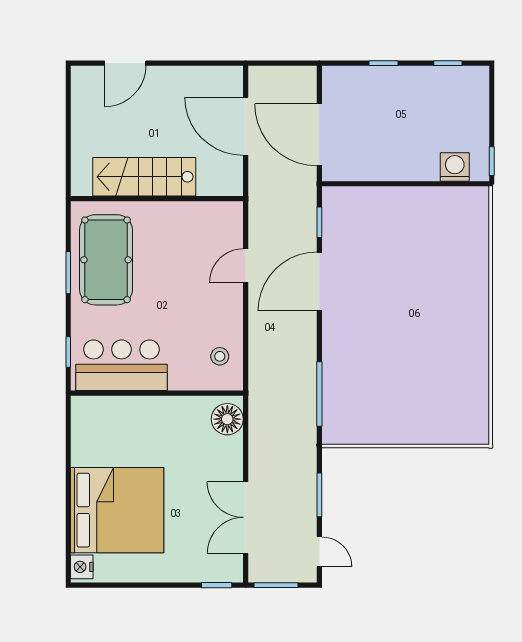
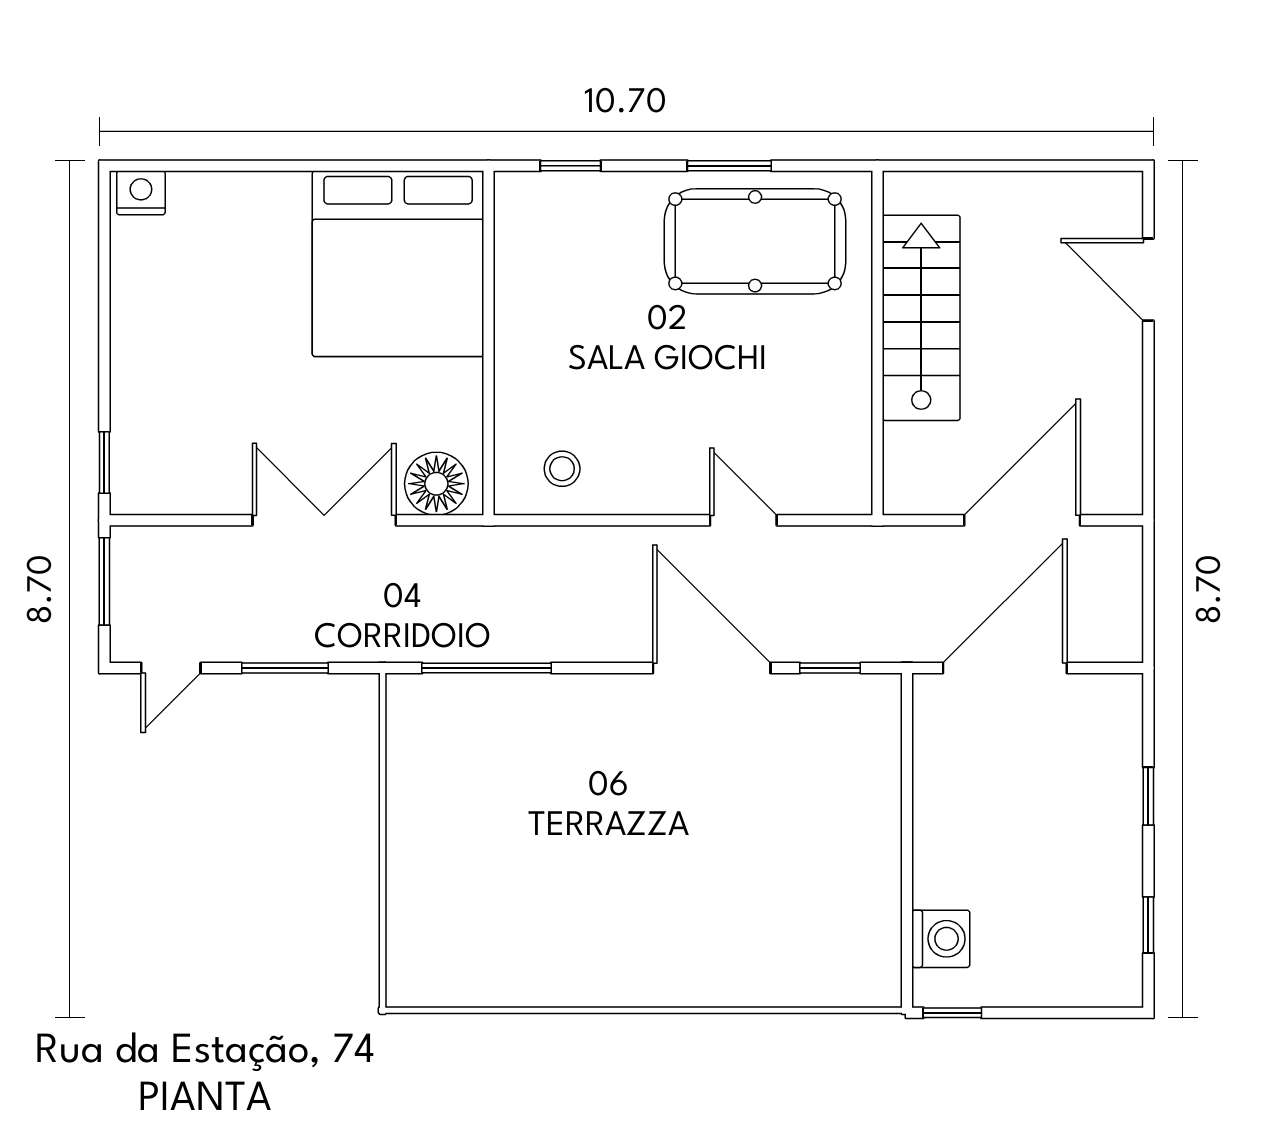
bar counter: (122, 365) -> (544, 272), removed
bed: (117, 510) -> (398, 264), moved
double door: (246, 517) -> (324, 520), moved

